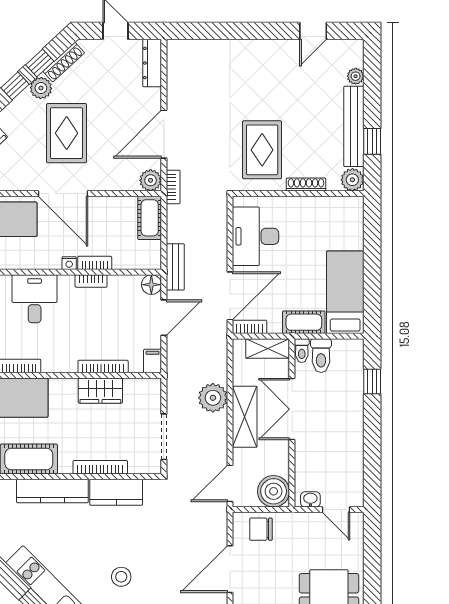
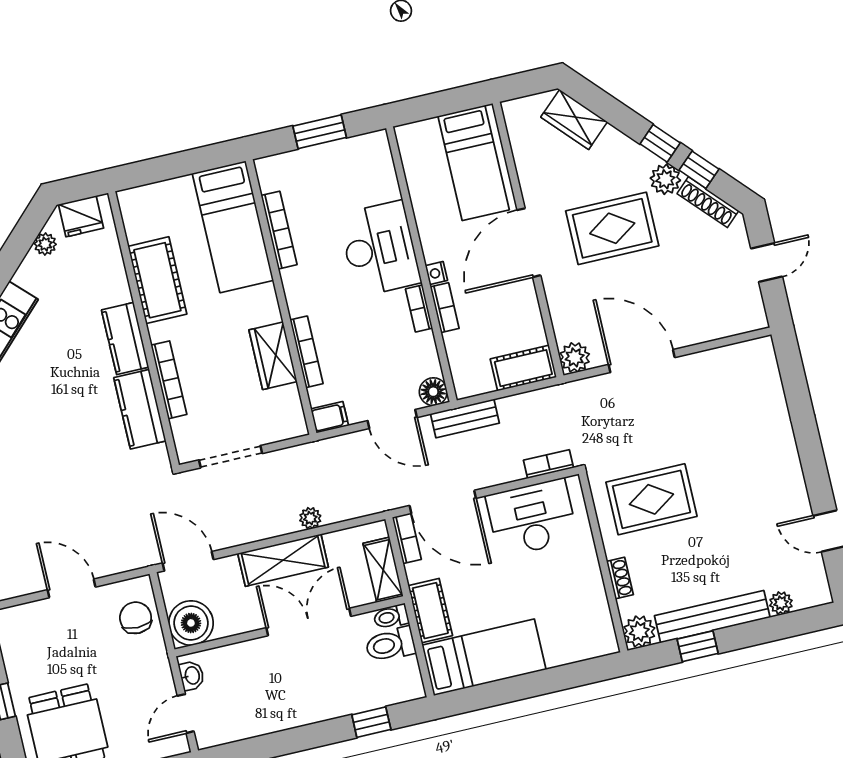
dresser: (152, 63) -> (735, 322), removed
shoe rack: (306, 185) -> (620, 578), width x0.70
bookcase: (173, 187) -> (548, 464), moved, turned 180
desk: (35, 299) -> (380, 249), width x1.37
plant: (213, 398) -> (310, 518), width x0.53, depth x0.53
kitchen counter: (52, 491) -> (125, 339), width x0.67
door: (230, 569) -> (72, 588), width x0.73
stool: (121, 577) -> (27, 443), removed

